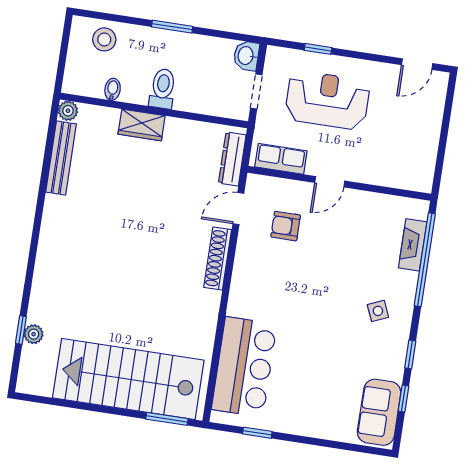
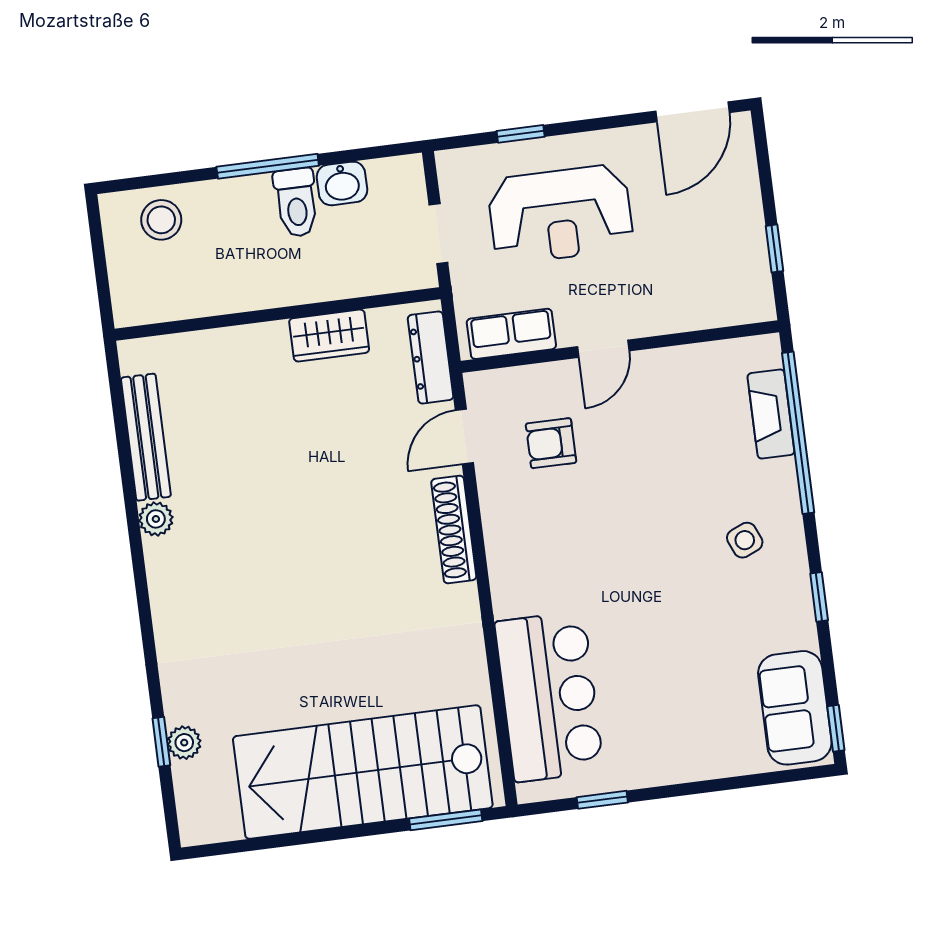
window: (172, 27) -> (268, 166), width x1.44
washbasin: (246, 56) -> (342, 183), moved, turned -90
door: (417, 64) -> (692, 112), width x1.38
bidet: (113, 89) -> (199, 299), removed
toilet: (163, 89) -> (296, 202), moved, turned 180
reception desk: (327, 100) -> (560, 214), turned 180
plant: (68, 111) -> (156, 519), moved
wardrobe: (142, 125) -> (329, 336), moved
window: (441, 153) -> (774, 248), added
window: (403, 399) -> (836, 728), moved

